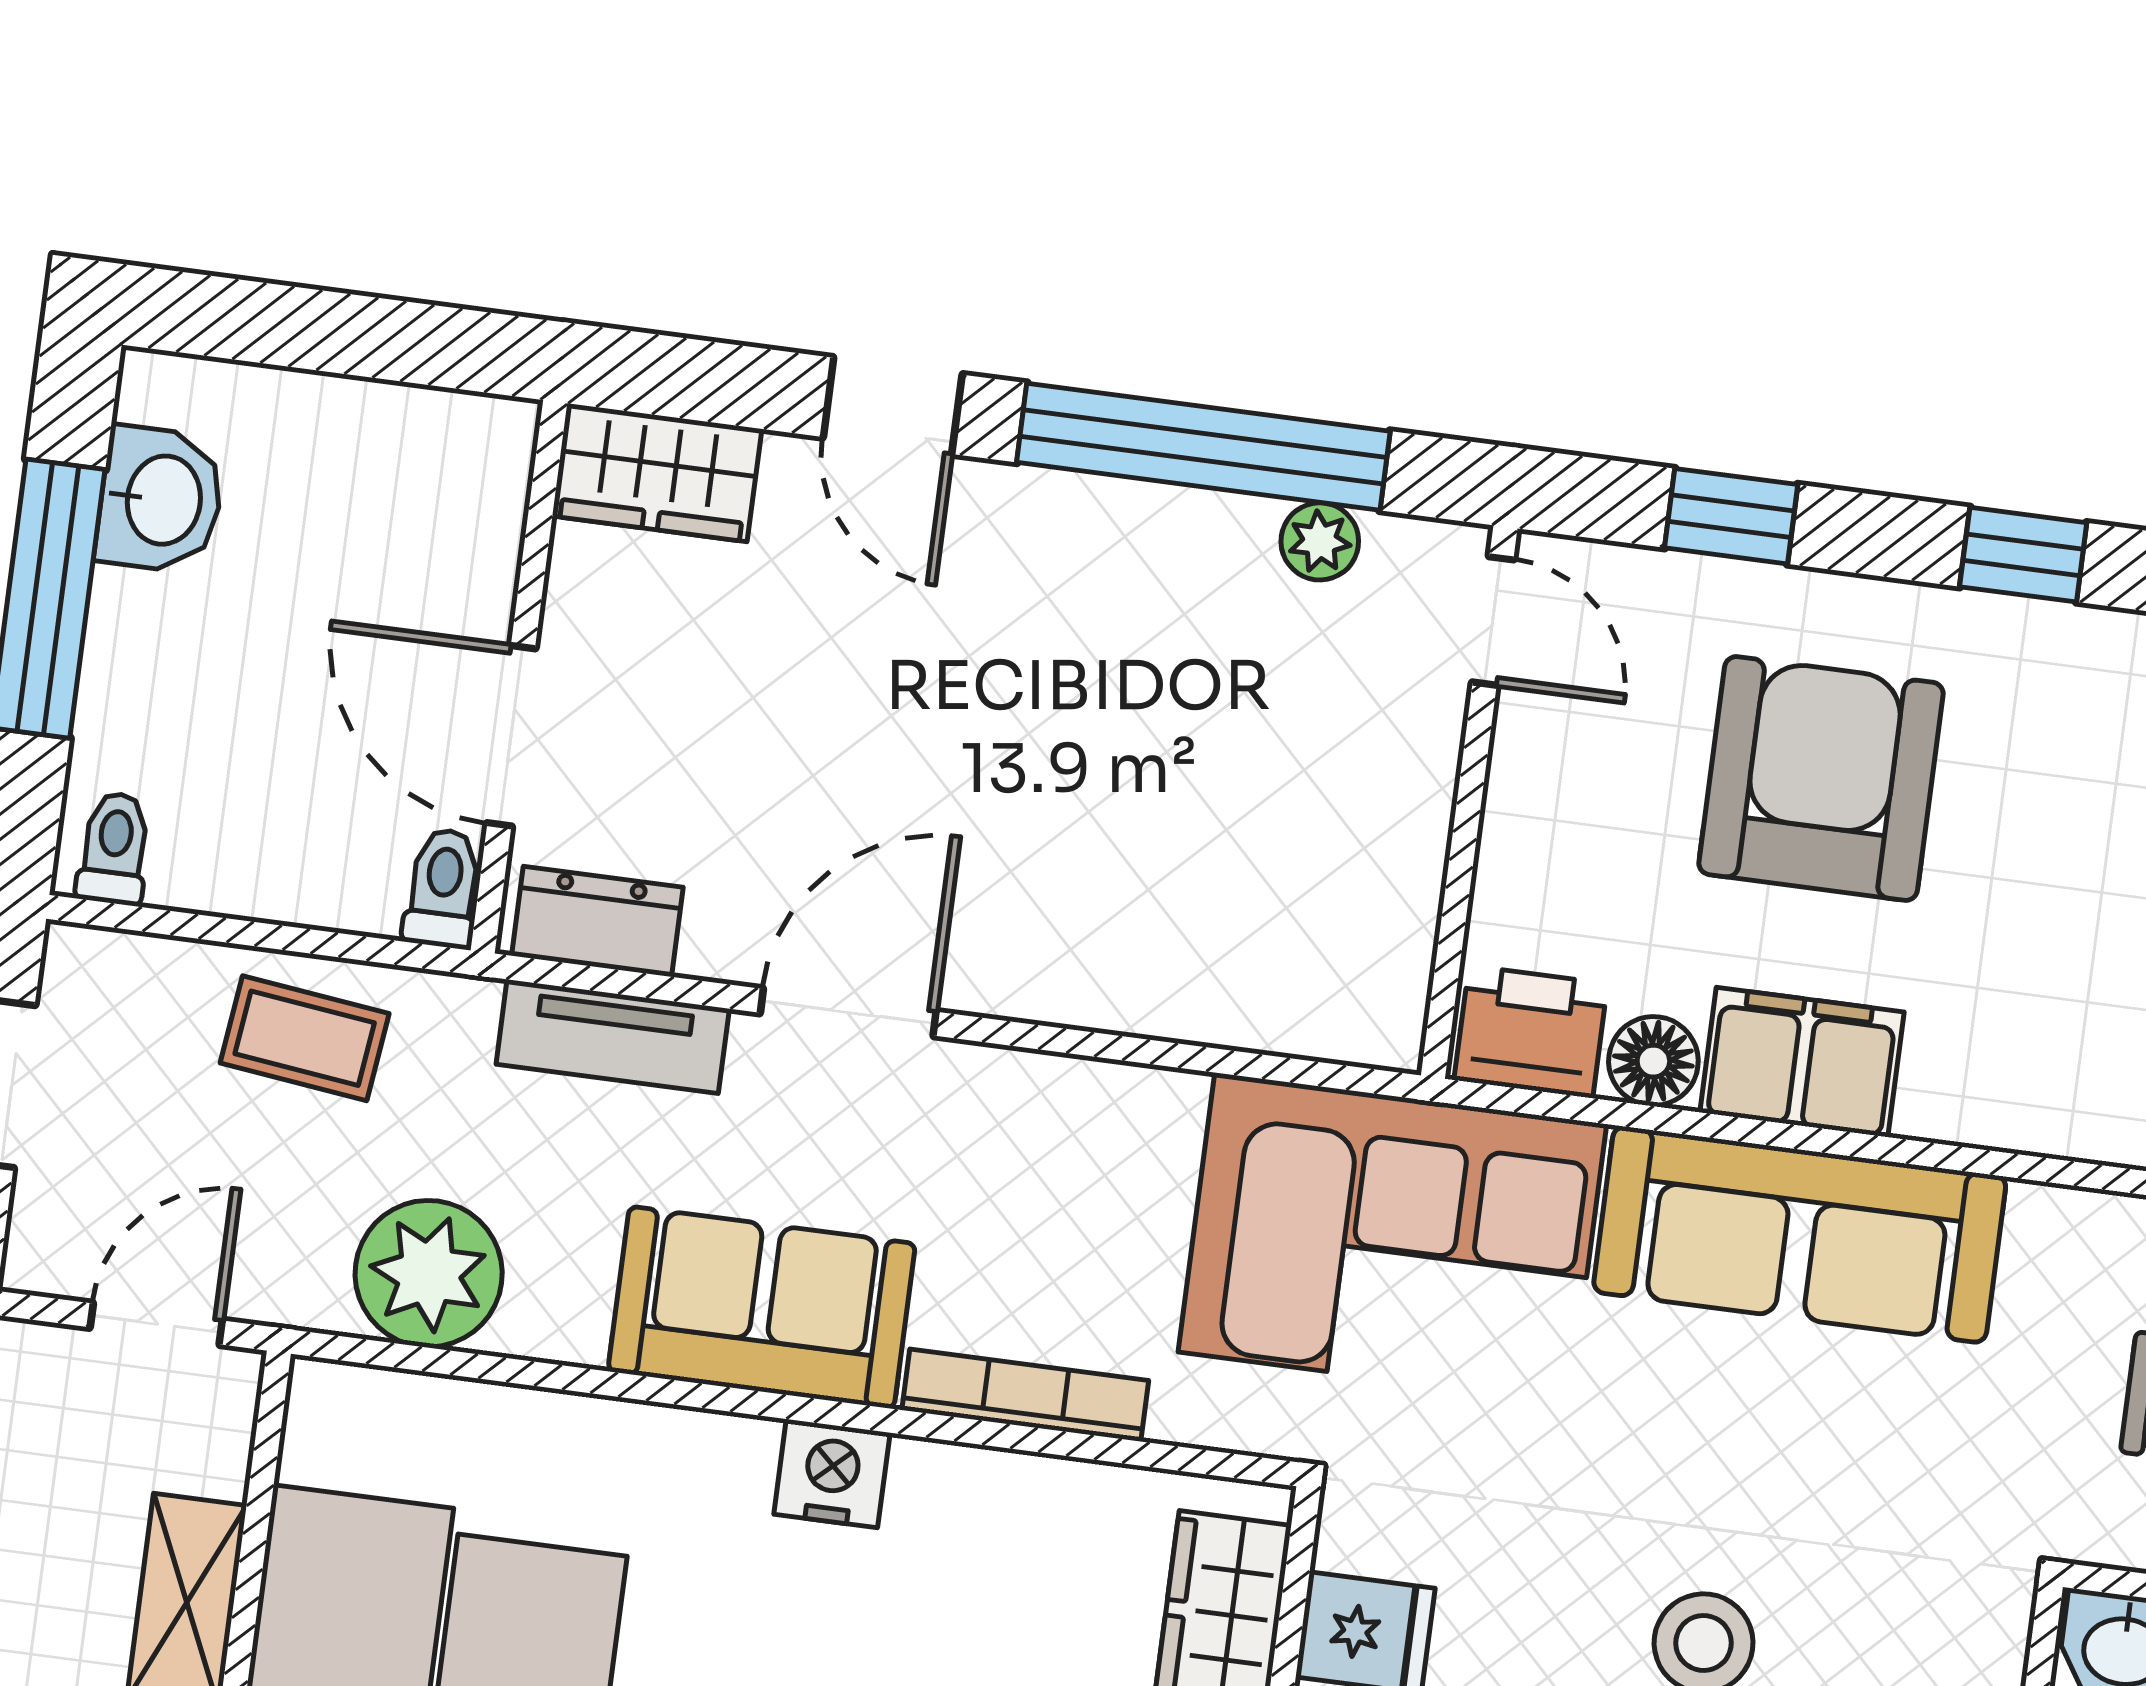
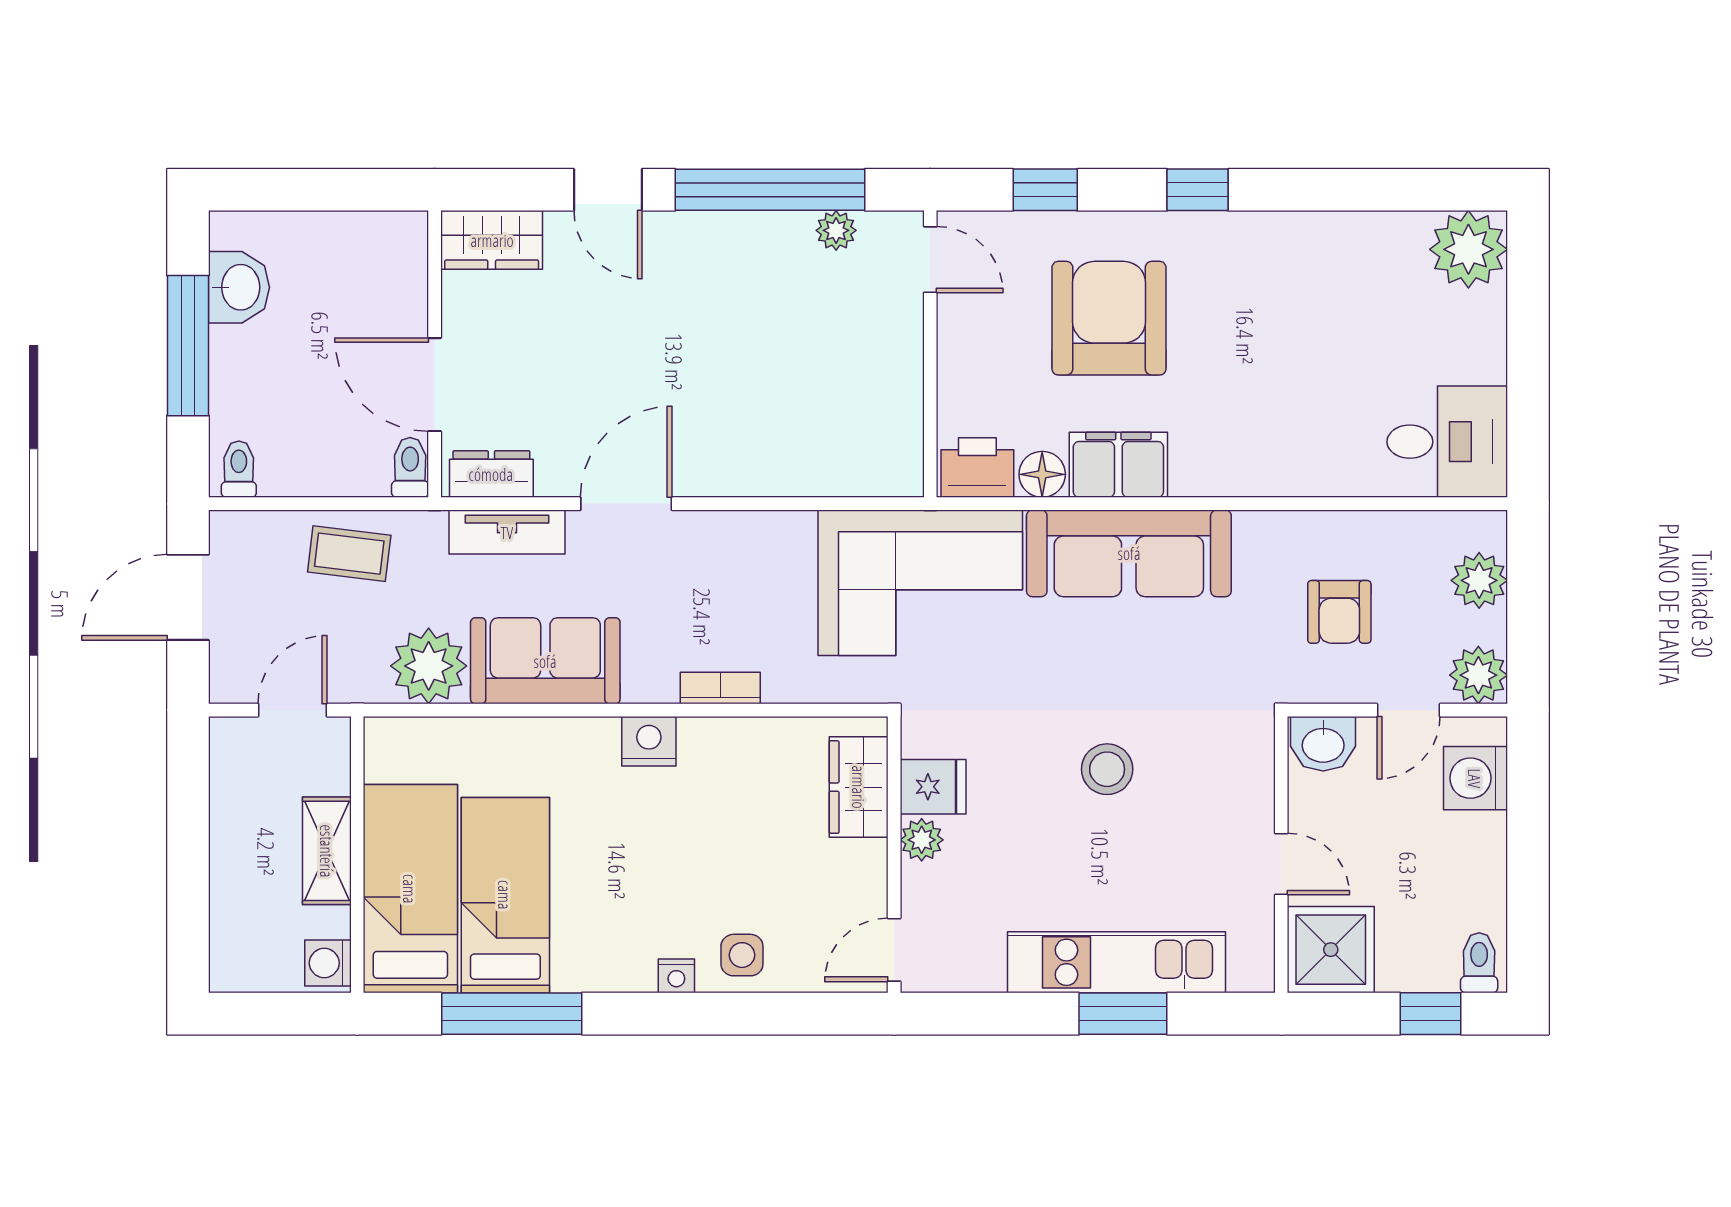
sofa: (762, 1307) -> (545, 661), moved
bookcase: (1025, 1395) -> (720, 688), width x0.64

